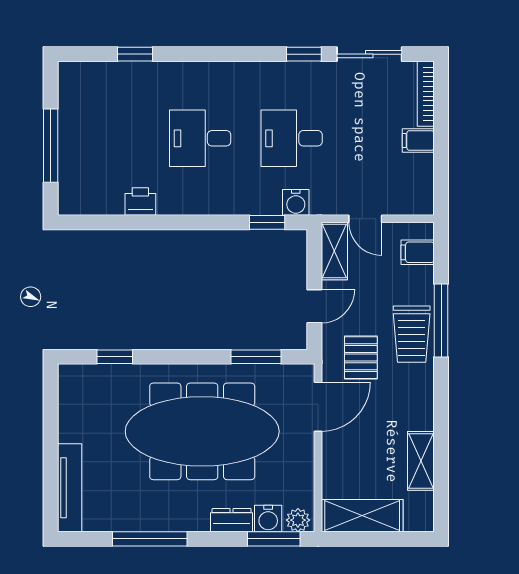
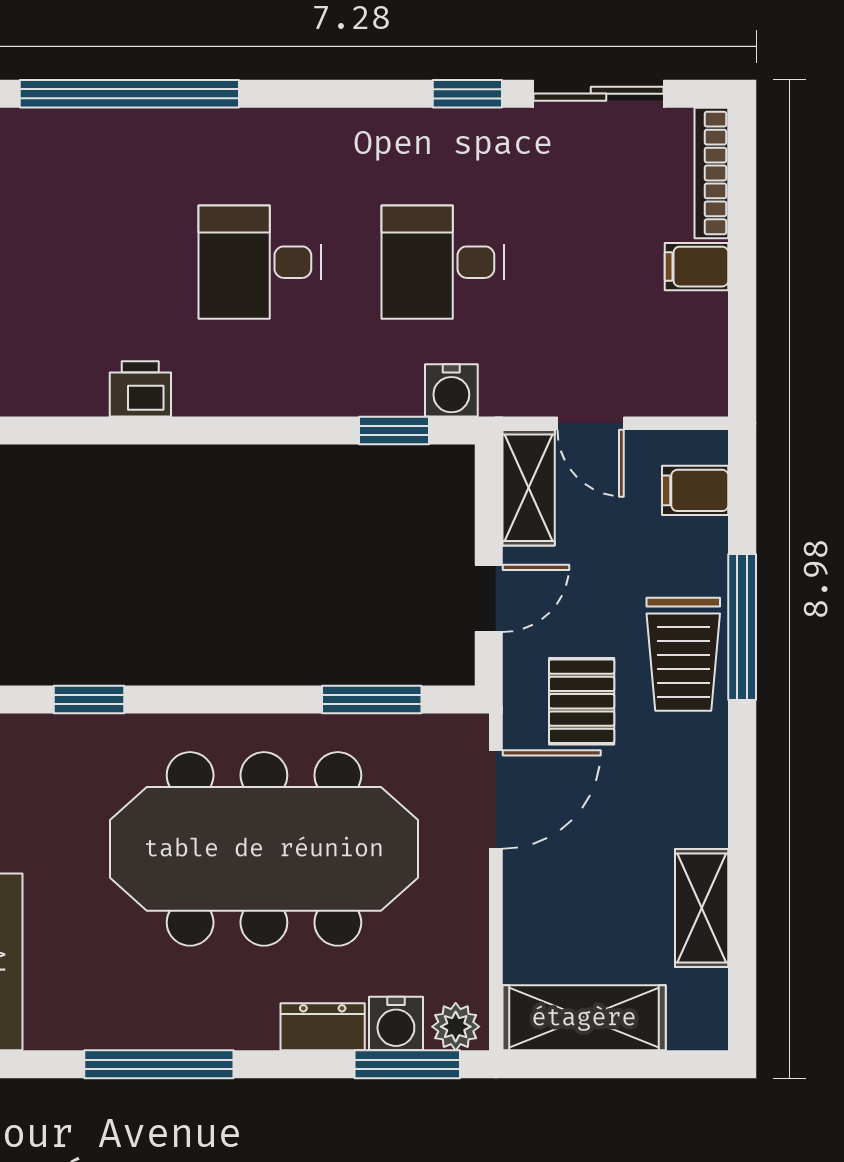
window: (135, 54) -> (129, 94), width x3.17

